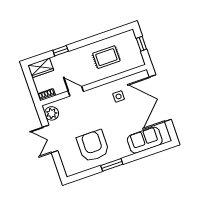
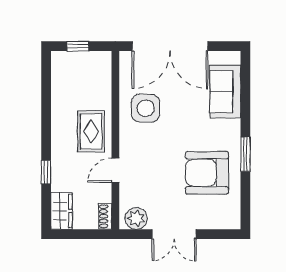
rug: (106, 57) -> (91, 131), moved
side table: (119, 96) -> (146, 108), width x1.87, depth x1.87

